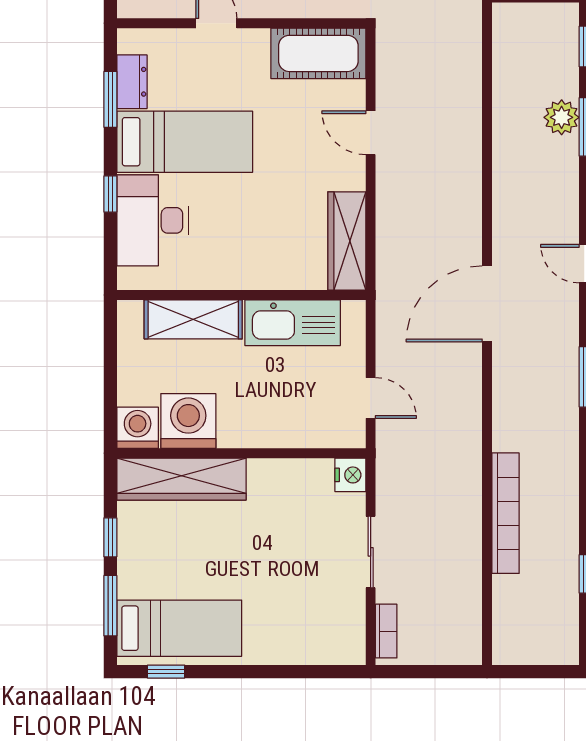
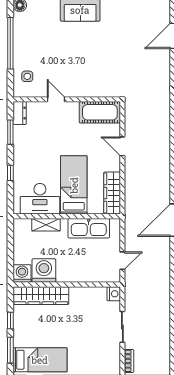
dresser: (132, 82) -> (20, 113), moved
bed: (185, 142) -> (74, 185), moved, turned -90
desk: (153, 220) -> (40, 199), moved, turned -90
shelving: (193, 319) -> (46, 225), width x0.67, depth x0.75
door: (371, 398) -> (122, 261), hinge flipped

